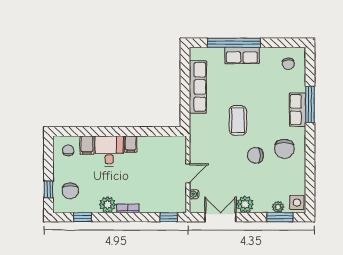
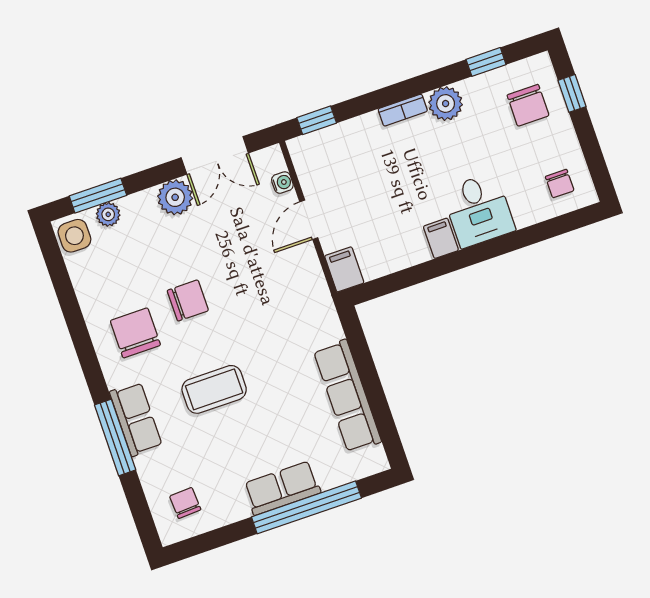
coffee table: (238, 120) -> (214, 389), moved, turned 90
filing cabinet: (87, 145) -> (344, 269), moved
chair: (70, 191) -> (528, 105), turned 180

